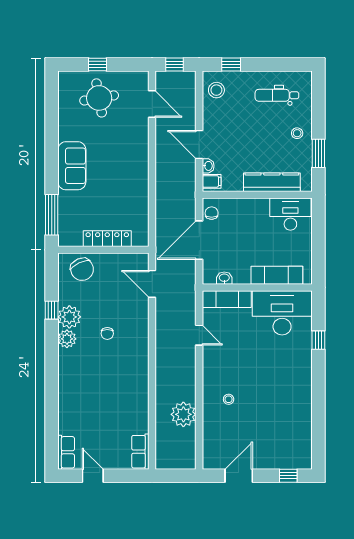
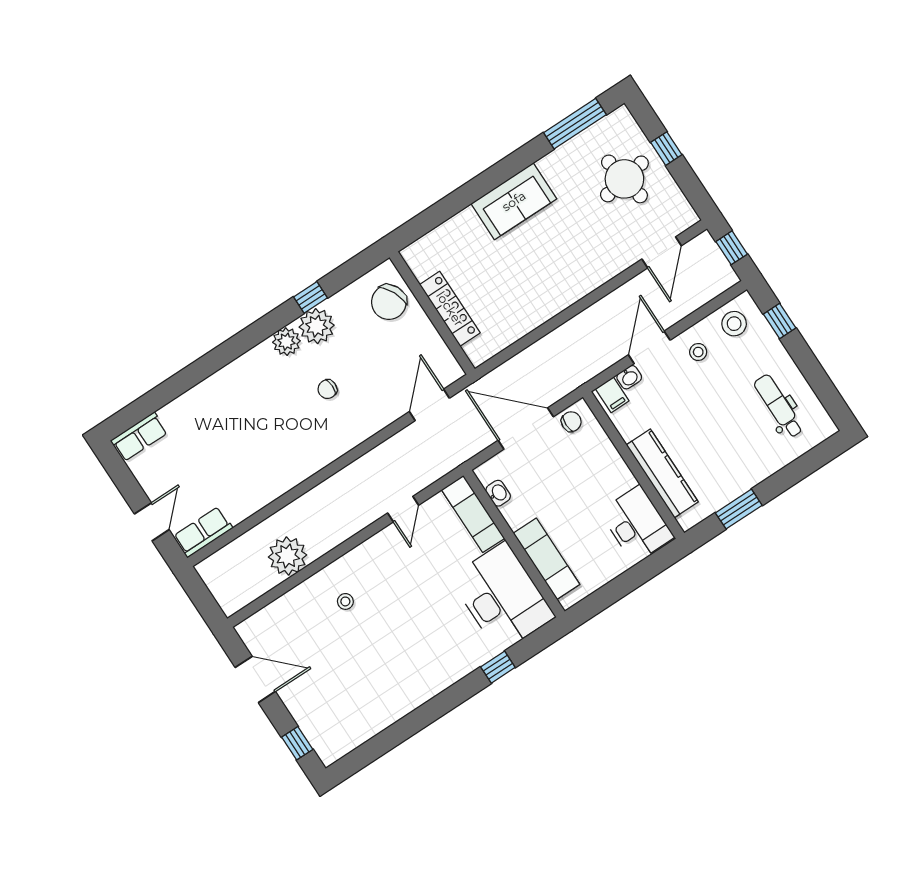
stool: (297, 133) -> (698, 352), moved
window: (52, 215) -> (575, 124), moved
door: (93, 476) -> (152, 522), moved

